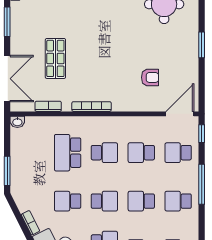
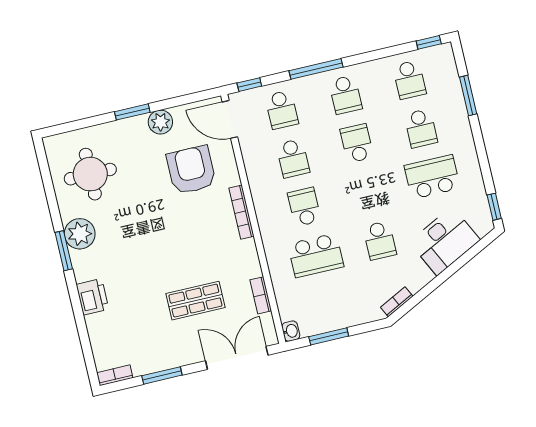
plant: (190, 63) -> (160, 122), added
armchair: (150, 77) -> (191, 170), width x1.88, depth x1.88
bookcase: (92, 107) -> (242, 212), moved
window: (7, 171) -> (329, 336), moved
school desk: (104, 201) -> (368, 192), removed
school desk: (141, 201) -> (357, 143), turned 180
bookcase: (30, 223) -> (397, 302), moved

